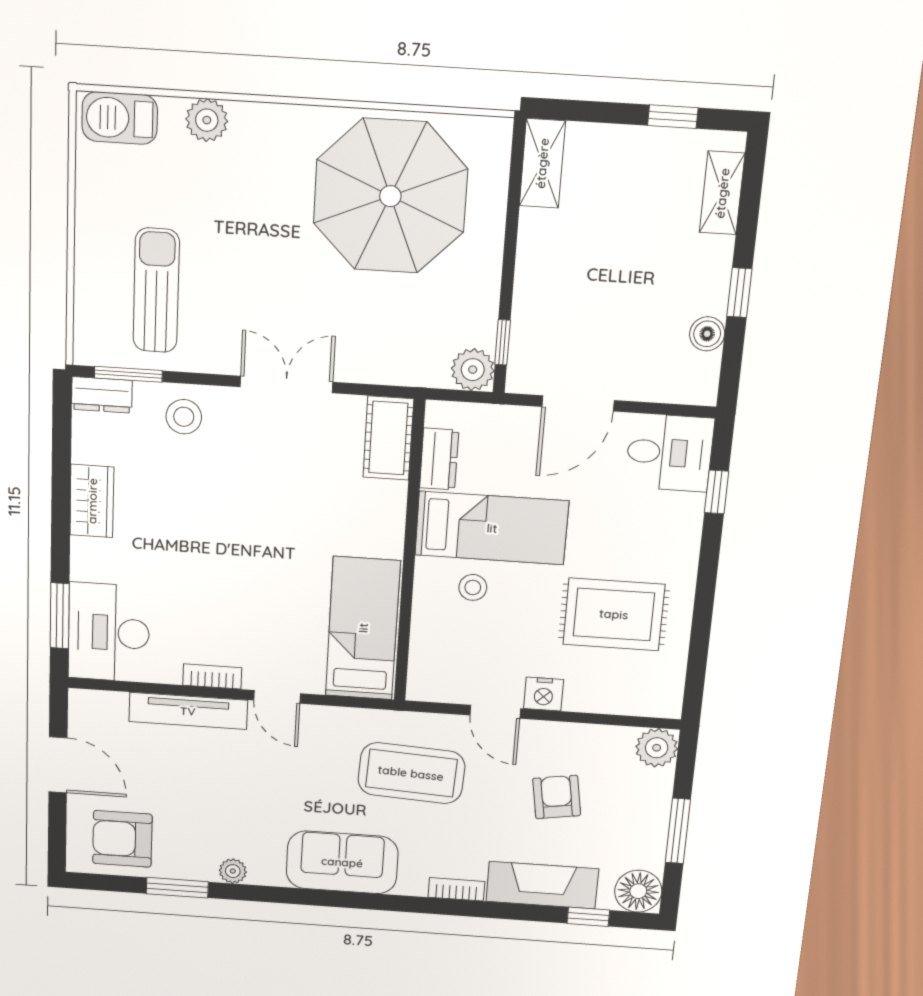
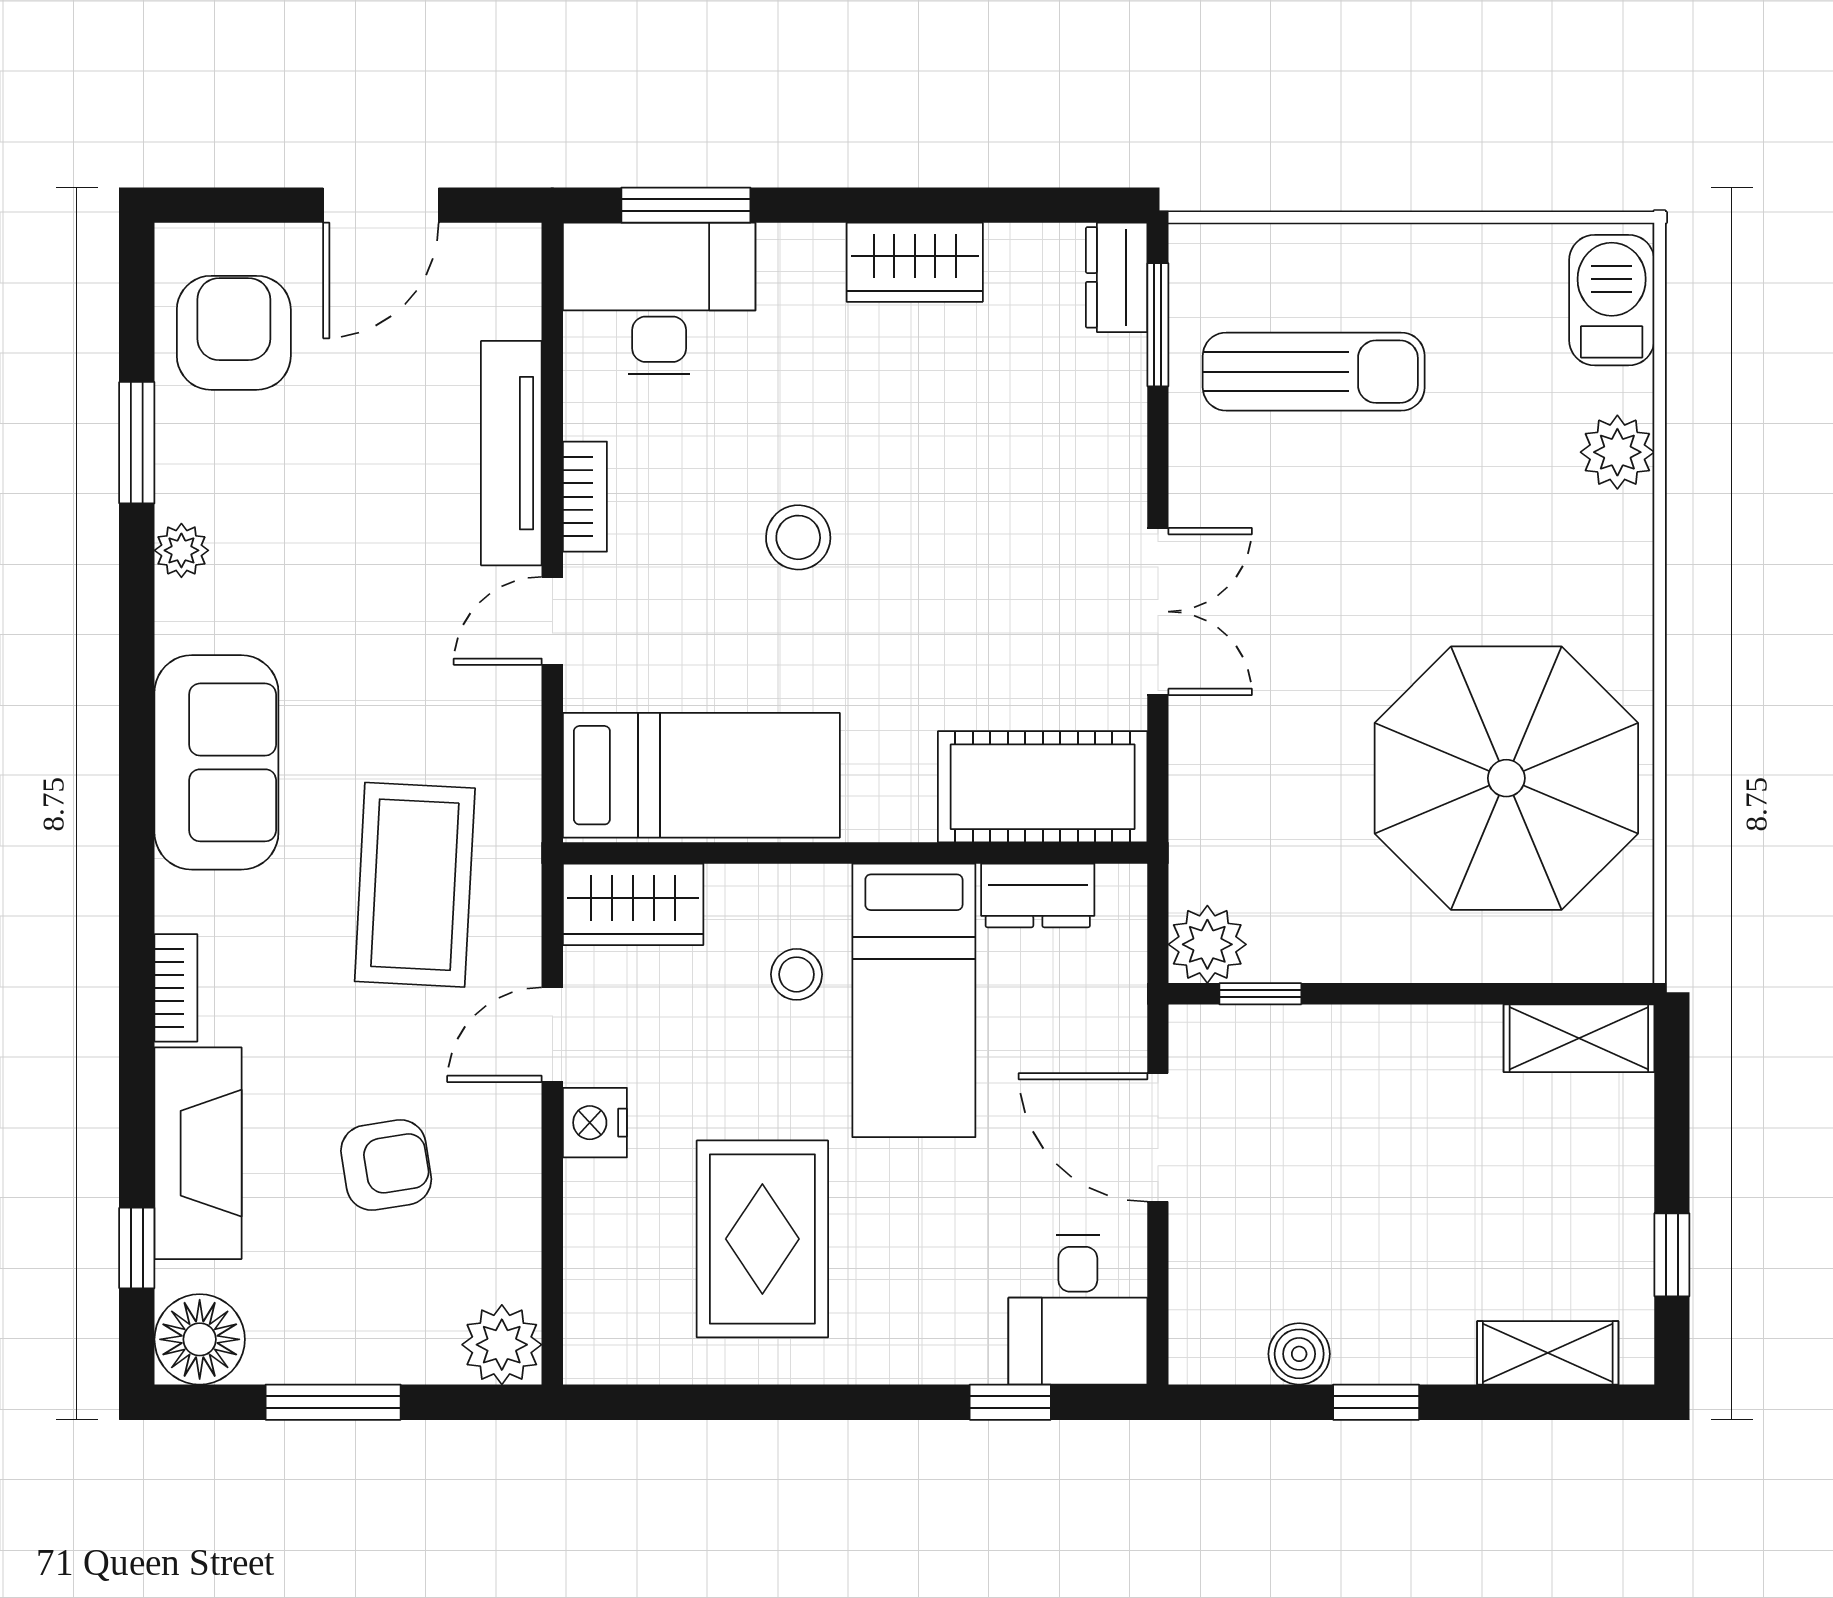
stool: (184, 417) -> (798, 537), moved
cot: (388, 438) -> (1043, 787), width x1.37, depth x1.34
wardrobe: (429, 667) -> (633, 904), added

